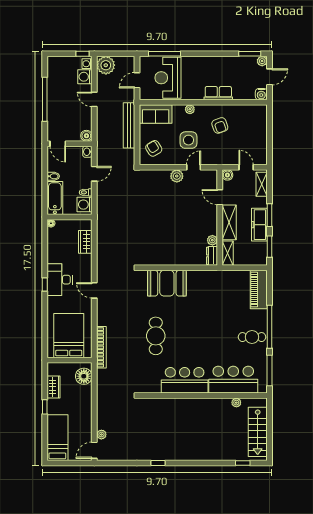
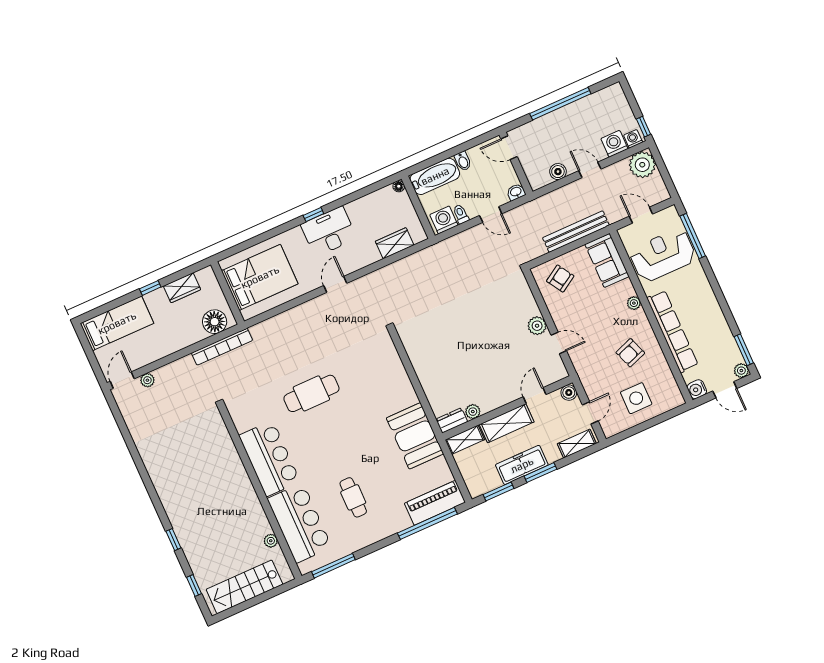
row of seats: (218, 93) -> (672, 331), width x2.02
door: (94, 99) -> (590, 170), hinge flipped
boiler: (86, 136) -> (558, 172), moved
side table: (189, 140) -> (636, 398), moved
door: (58, 144) -> (509, 148), hinge flipped
booth: (167, 283) -> (415, 436), moved
window: (269, 327) -> (427, 523), moved
cafe table: (252, 337) -> (353, 497), moved
bookcase: (101, 347) -> (222, 347), moved
door: (94, 450) -> (122, 380), hinge flipped
window: (158, 463) -> (173, 540), moved

